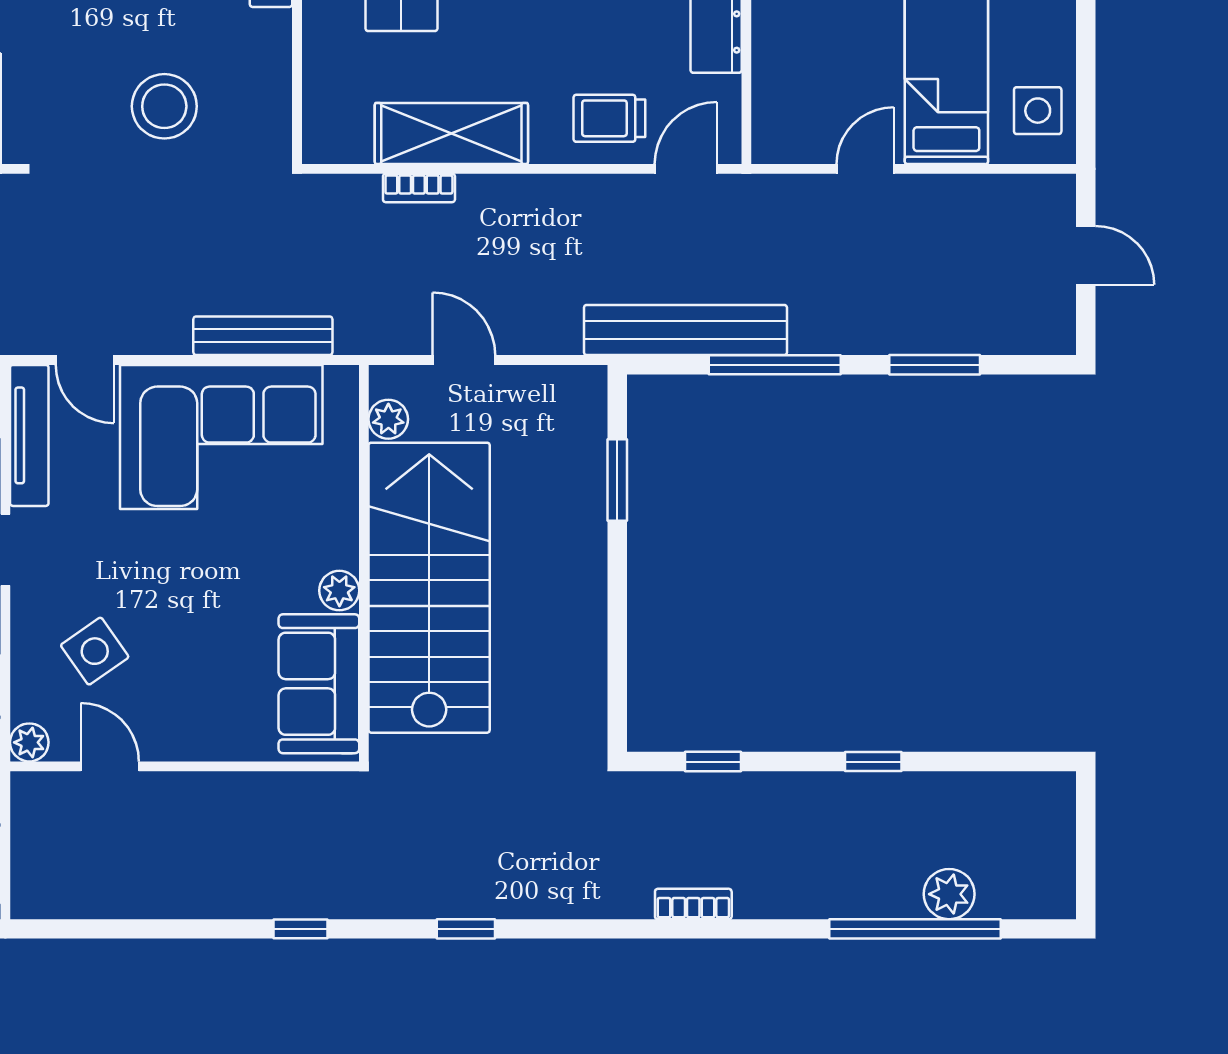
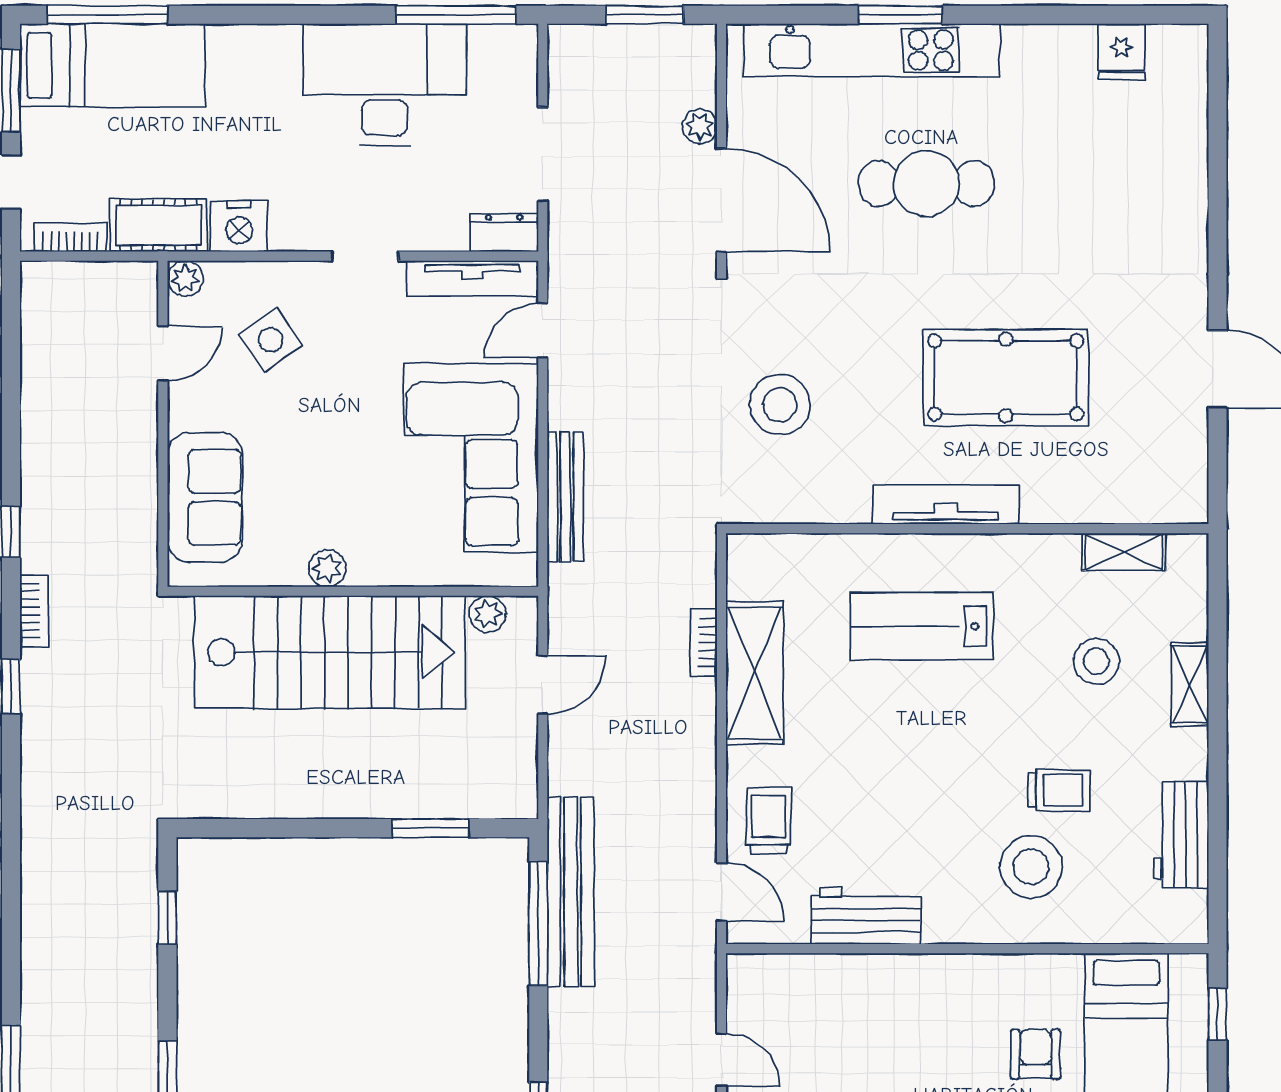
window: (775, 365) -> (538, 924), moved
sofa: (319, 684) -> (205, 497), moved, turned 90
bookcase: (693, 904) -> (34, 611), moved

